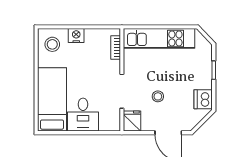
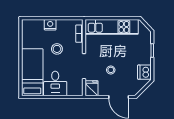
stool: (52, 44) -> (57, 49), moved

